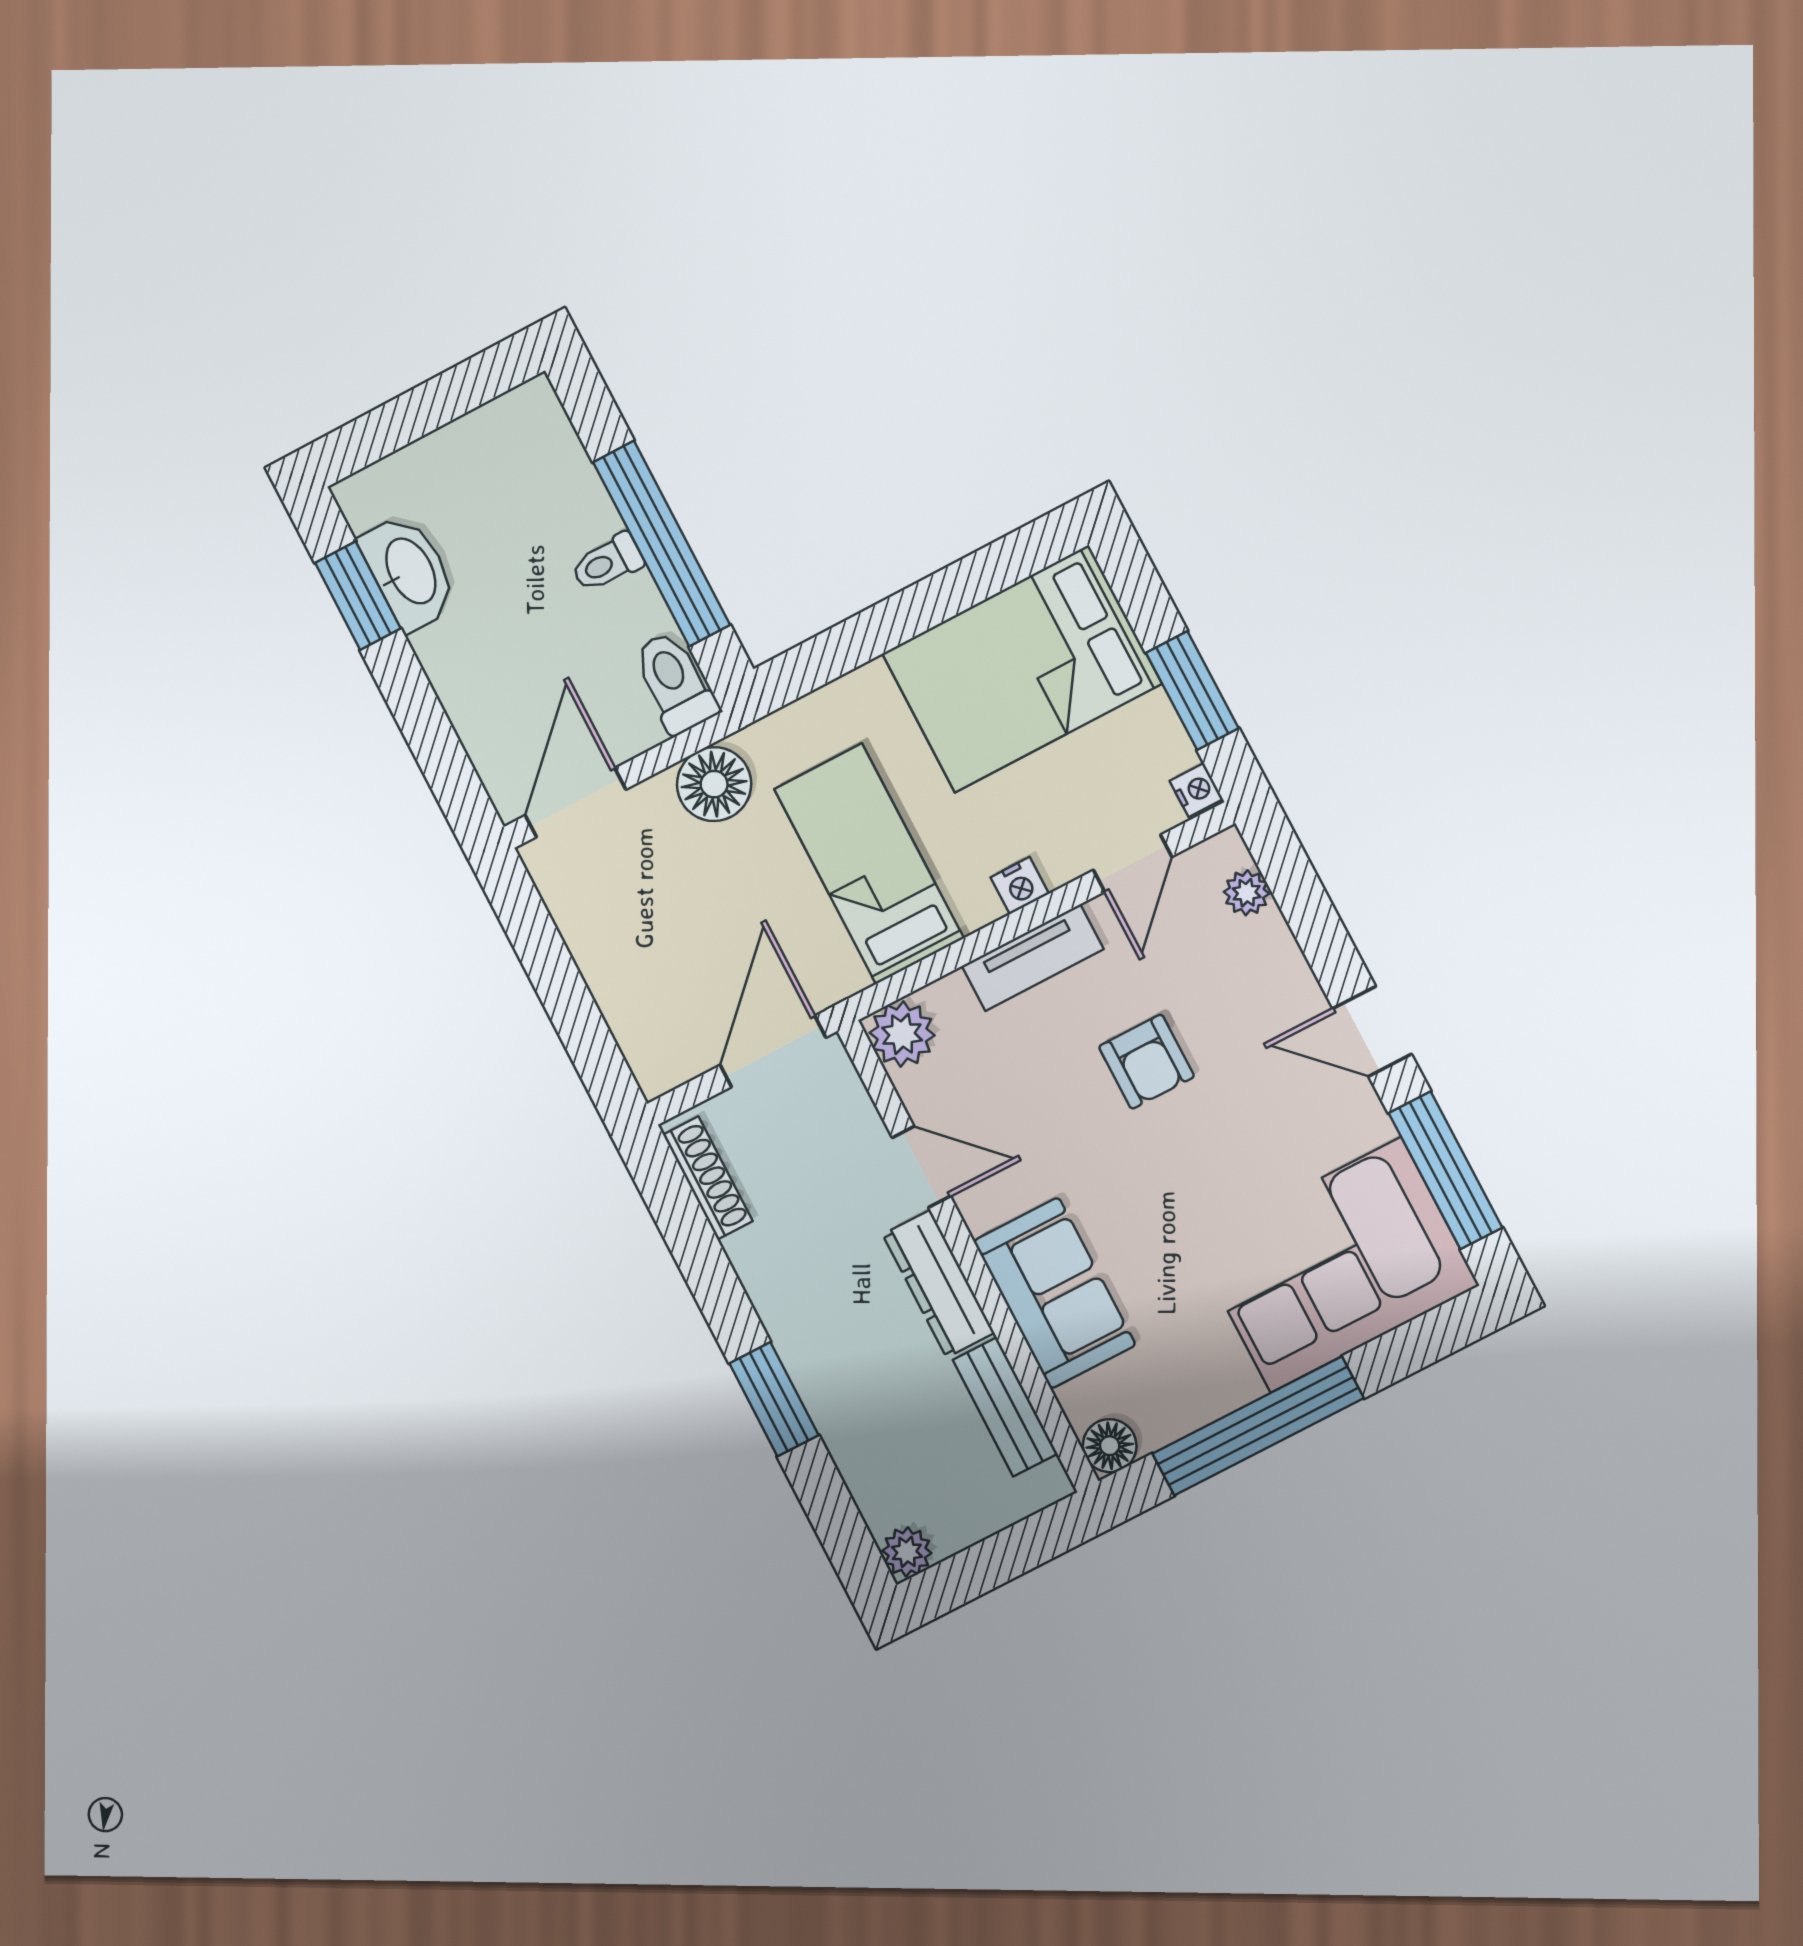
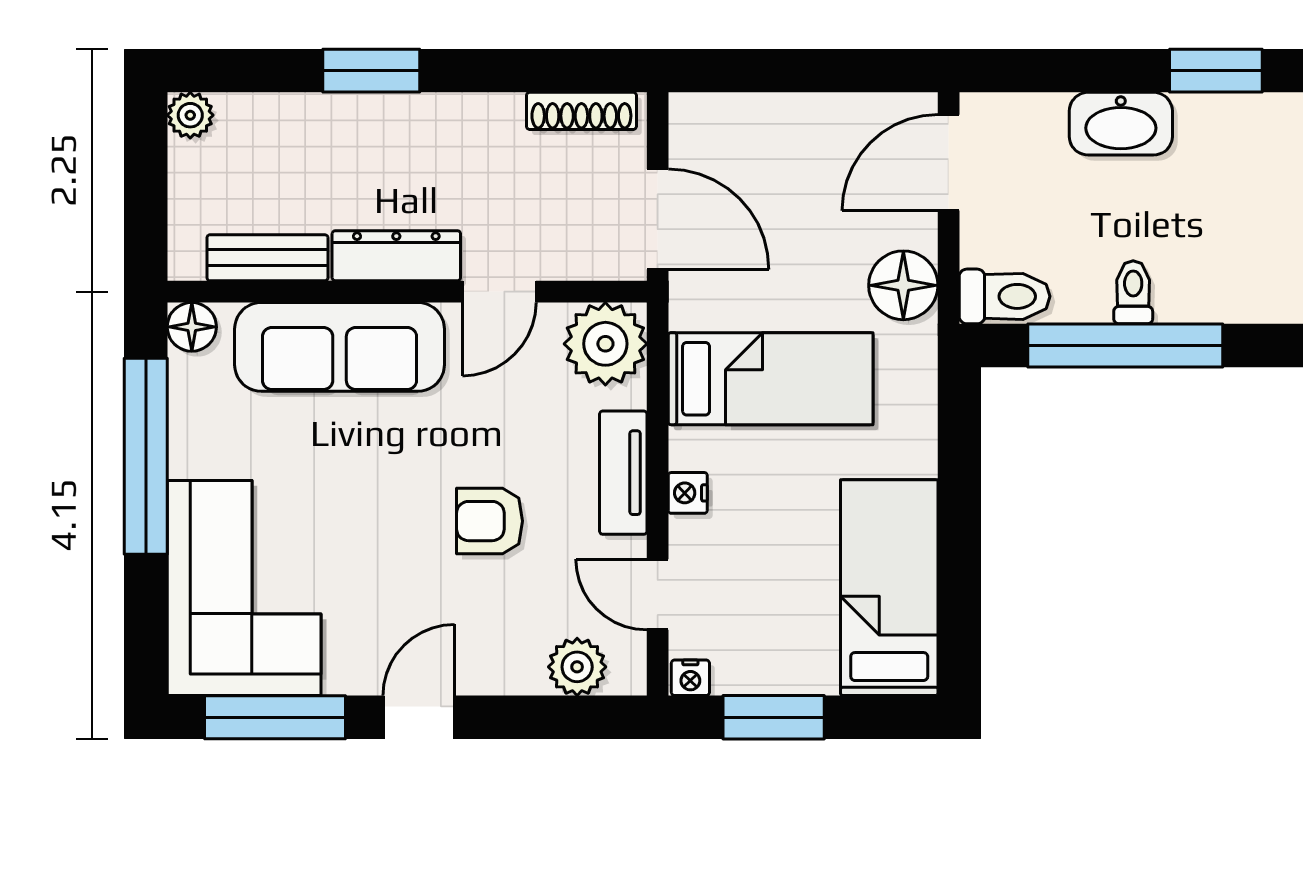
washbasin: (409, 572) -> (1121, 124), moved
bed: (1022, 669) -> (889, 588), width x0.67
door: (576, 802) -> (949, 163), swing flipped
plant: (1247, 893) -> (577, 667), width x1.38, depth x1.38
plant: (902, 1034) -> (605, 344), width x1.36, depth x1.36
sofa: (1054, 1293) -> (340, 347), width x1.36

